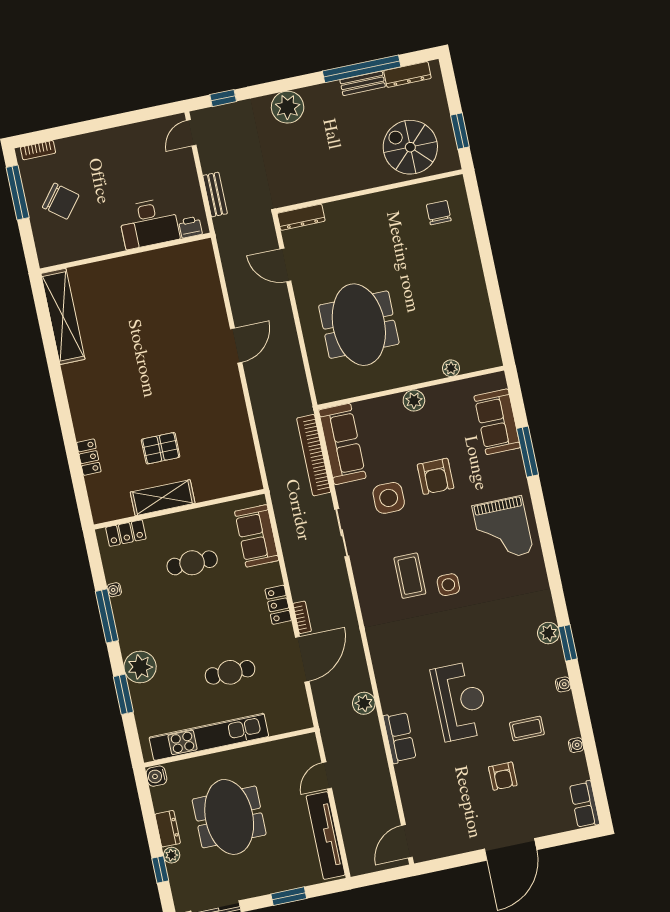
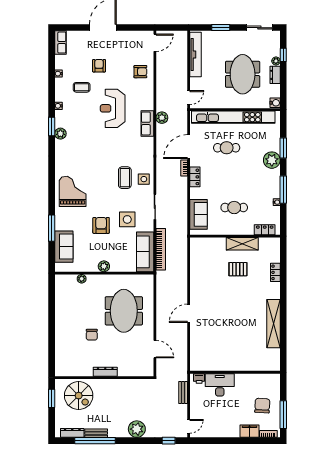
filing cabinet: (75, 148) -> (249, 431), added
chair: (61, 201) -> (262, 406), turned 55
chair: (439, 213) -> (92, 335), moved
dresser: (301, 217) -> (105, 372), moved
shelving: (63, 316) -> (273, 324), moved
side table: (448, 585) -> (144, 179), moved
kitchen unit: (209, 737) -> (233, 117), width x1.36
row of seats: (400, 737) -> (147, 123), moved
door: (327, 776) -> (189, 98), moved
armchair: (423, 781) -> (140, 72), added

